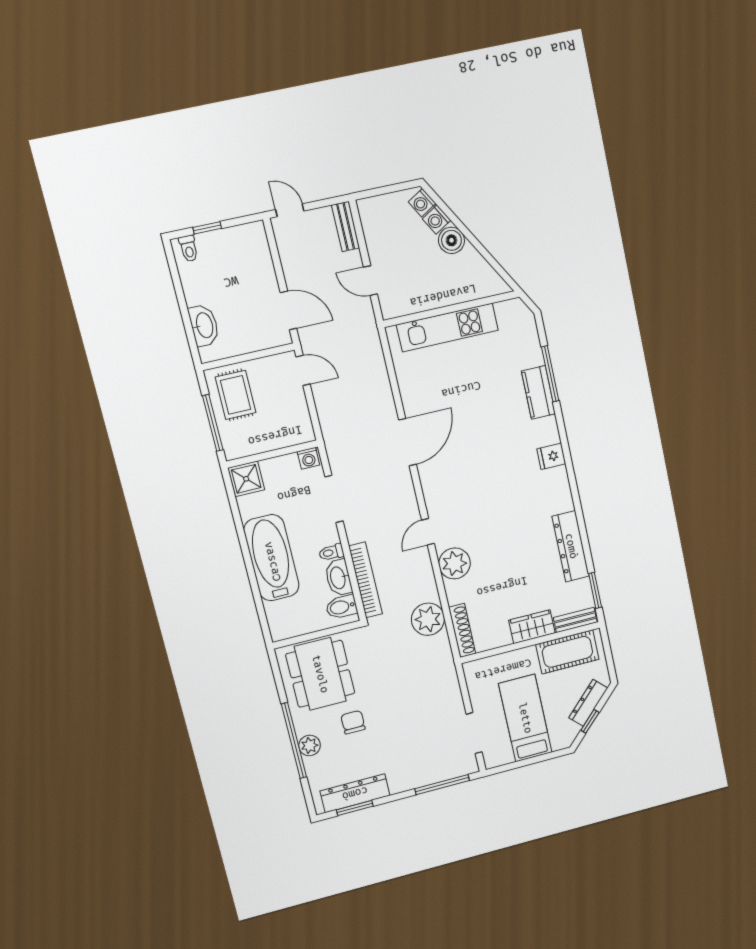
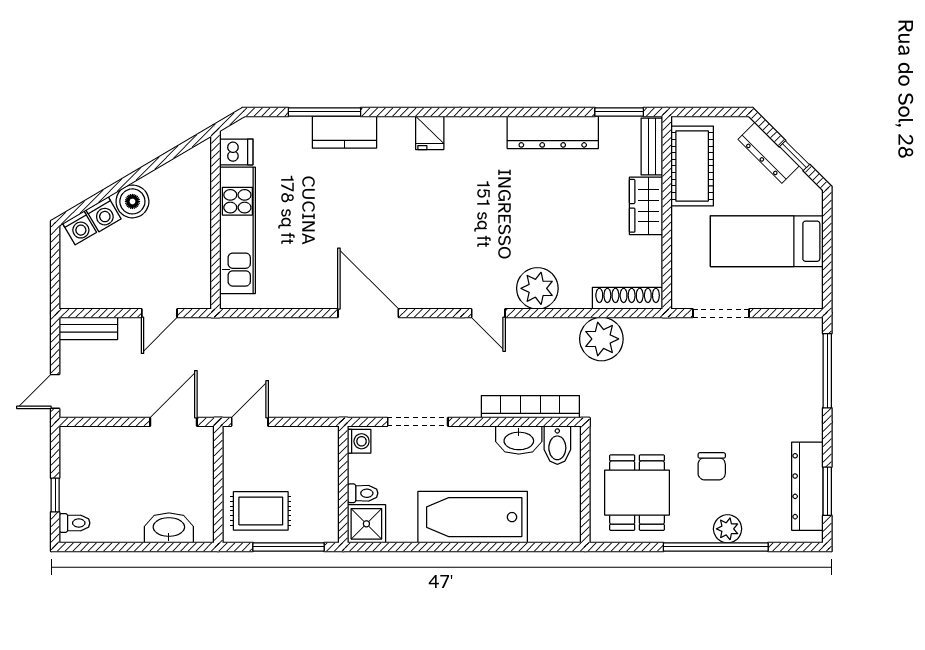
dishwasher: (506, 313) -> (236, 152), added
toilet: (331, 552) -> (363, 493), moved, turned -90
dining table: (320, 674) -> (637, 493), width x0.73
chair: (353, 722) -> (712, 466), turned -90
doorway: (474, 733) -> (721, 313), moved

